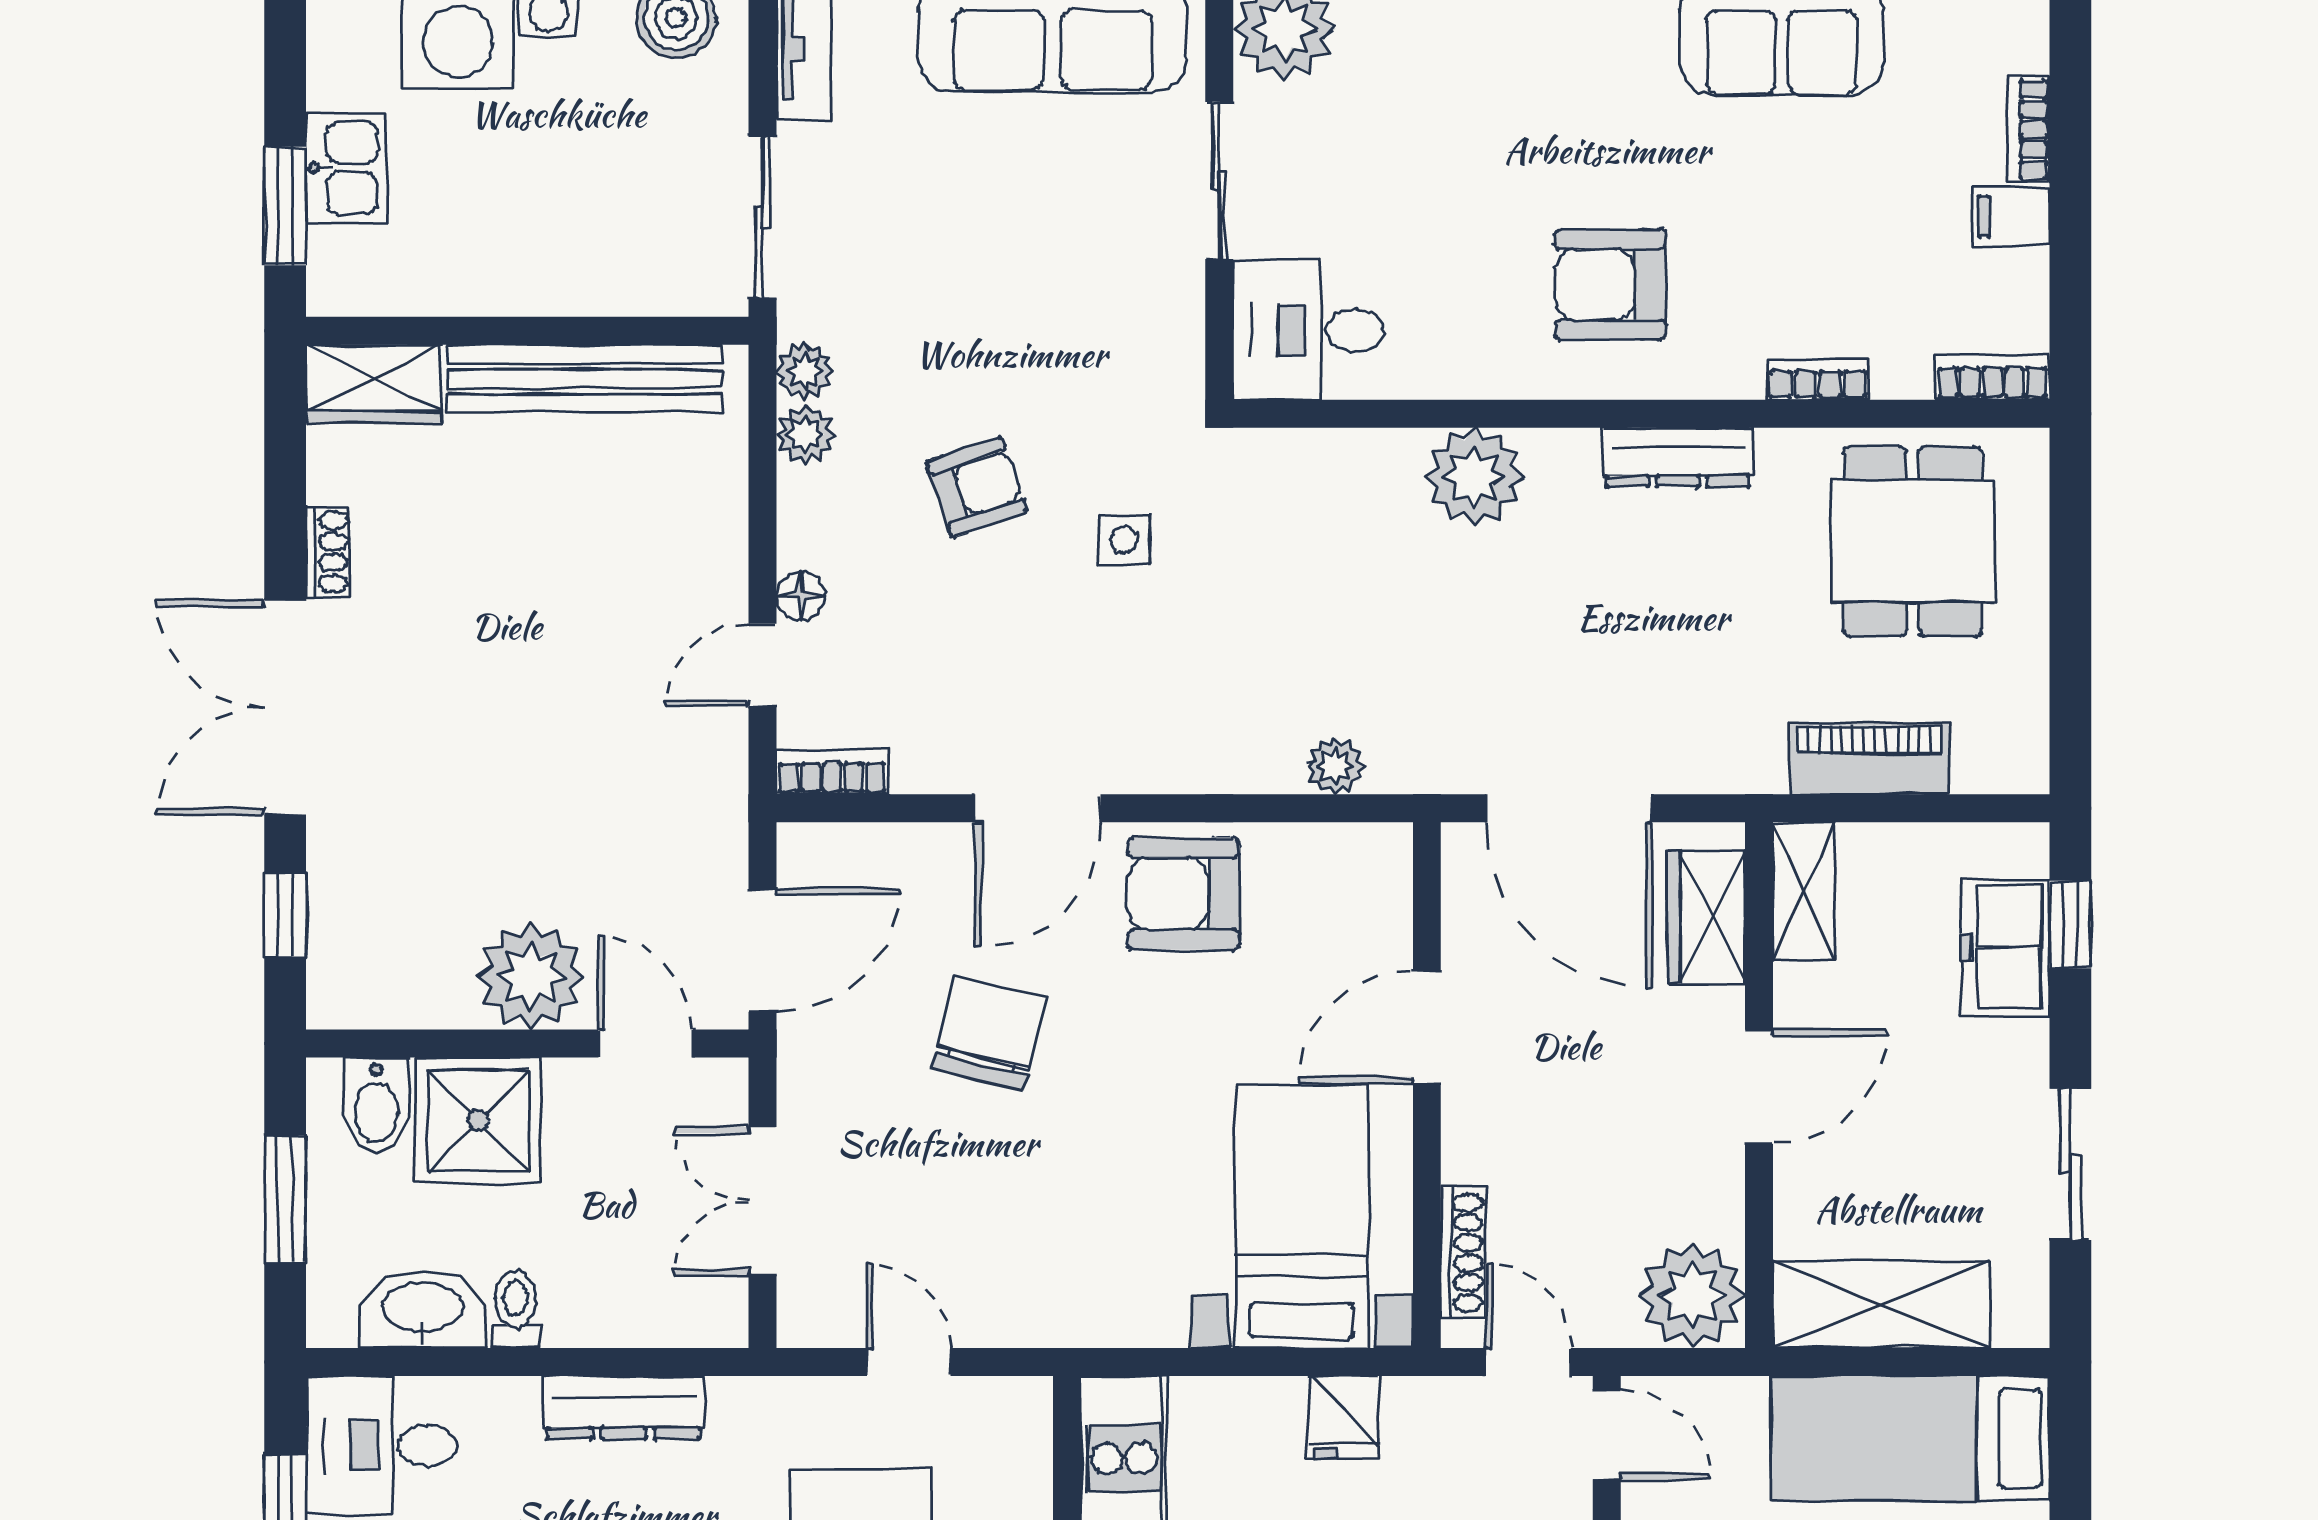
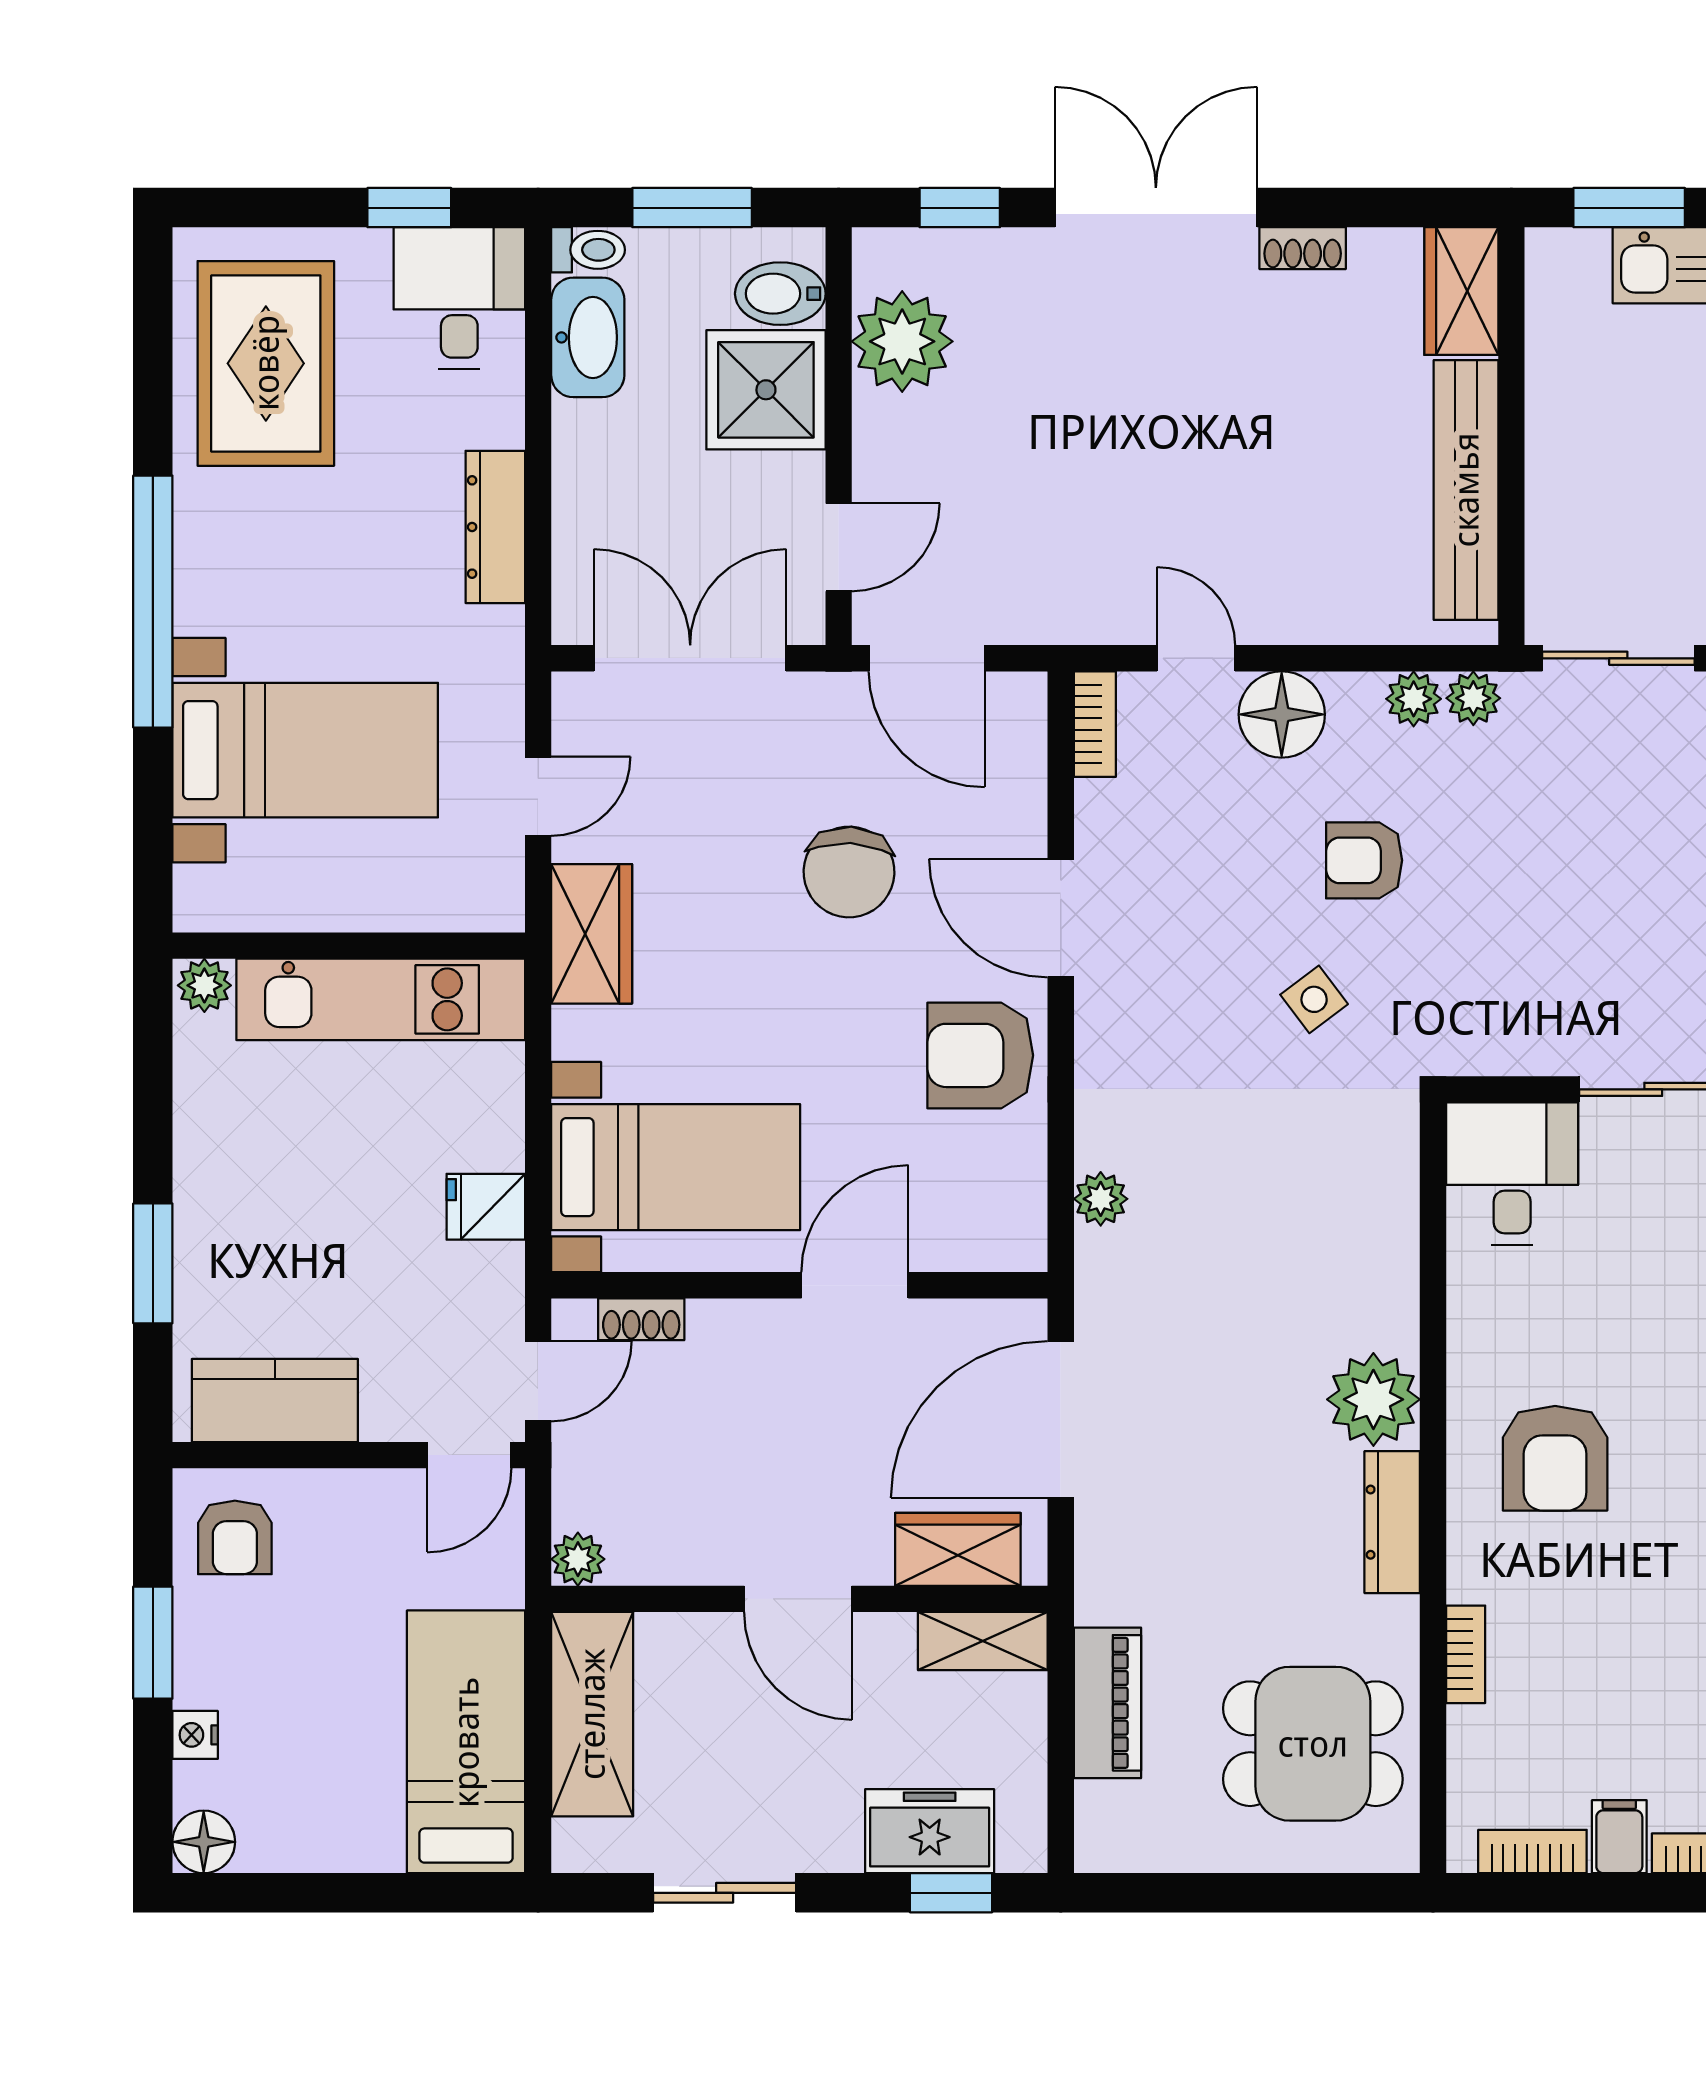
armchair: (1610, 285) -> (1555, 1458), turned 180
bookcase: (1992, 377) -> (1532, 1851), moved, turned -90
plant: (1474, 477) -> (1373, 1399), moved
armchair: (977, 487) -> (1364, 860), turned 109
side table: (1124, 540) -> (1314, 999), turned -37
floor lamp: (801, 596) -> (1282, 714), width x1.89, depth x1.89
armchair: (1183, 894) -> (980, 1055), turned -90
plant: (531, 976) -> (902, 341), moved
door: (1427, 1027) -> (855, 1285), hinge flipped
chair: (989, 1033) -> (849, 872), turned 79
double door: (763, 1201) -> (690, 658), width x1.37
shoe rack: (1463, 1253) -> (641, 1319), width x0.70
plant: (1692, 1295) -> (578, 1559), width x0.53, depth x0.53
wardrobe: (1054, 1305) -> (592, 934), added
toilet: (515, 1309) -> (588, 250), moved

